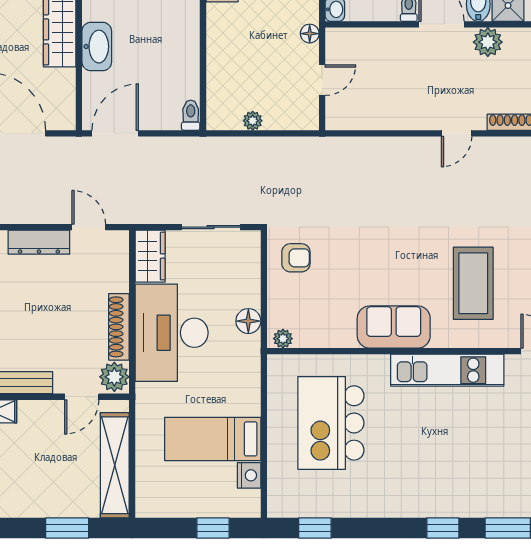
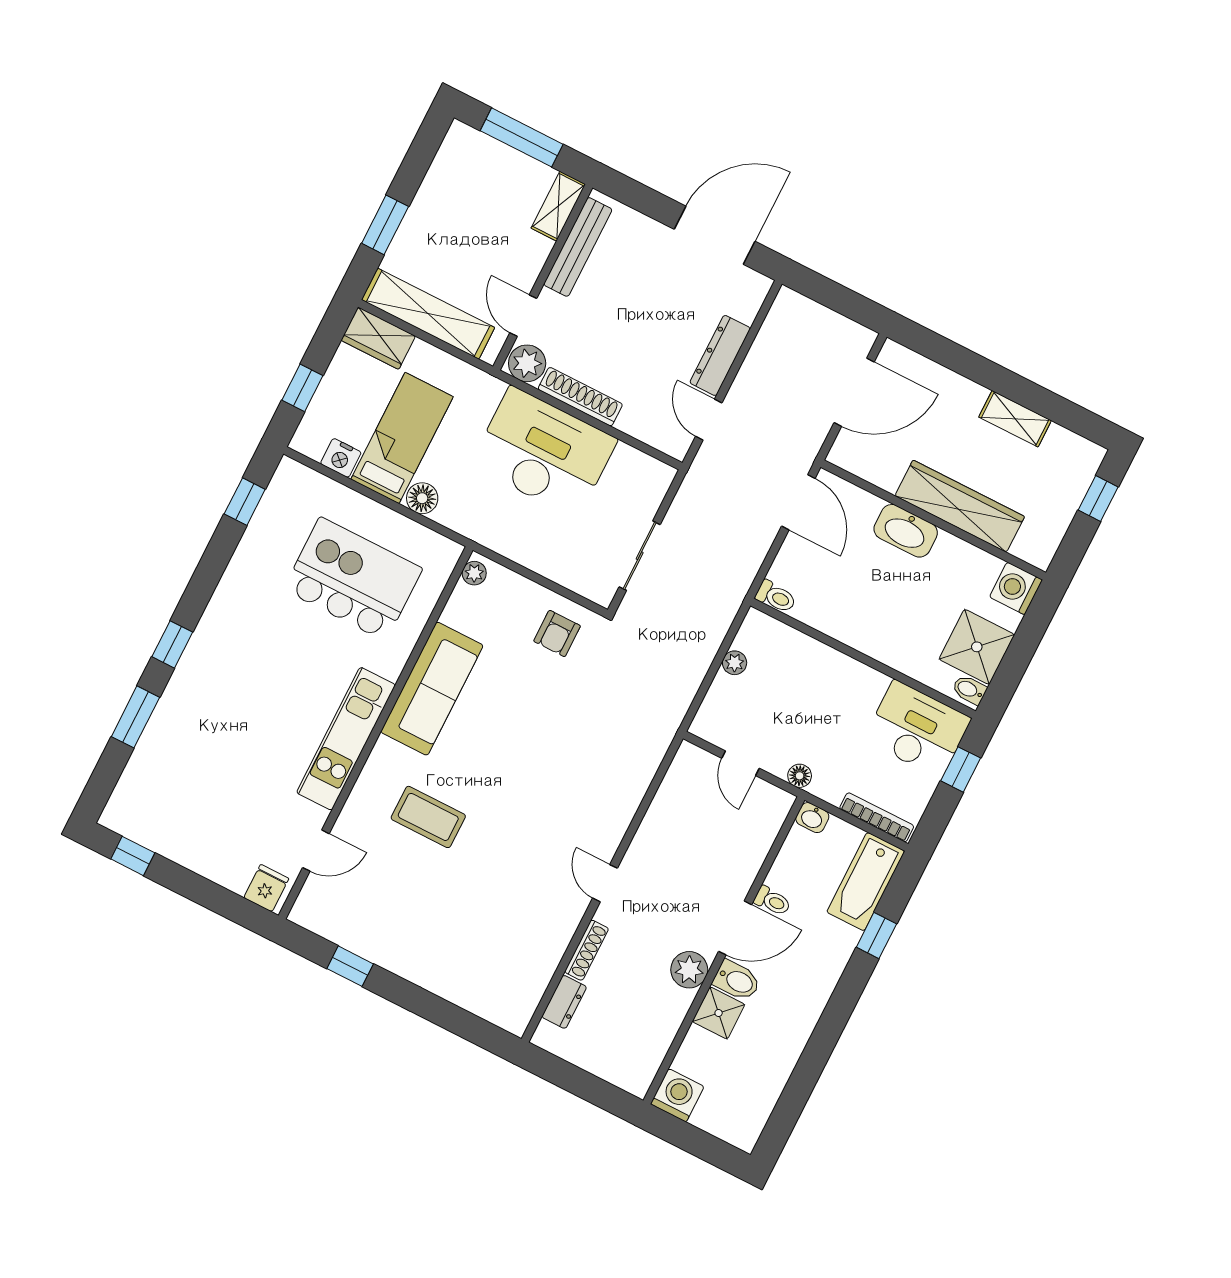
door: (89, 227) -> (709, 420), swing flipped
wardrobe: (150, 256) -> (378, 338), moved
coffee table: (473, 283) -> (428, 817), width x0.73, depth x0.76
floor lamp: (248, 321) -> (422, 498), moved
sofa: (394, 327) -> (432, 689), width x1.36

